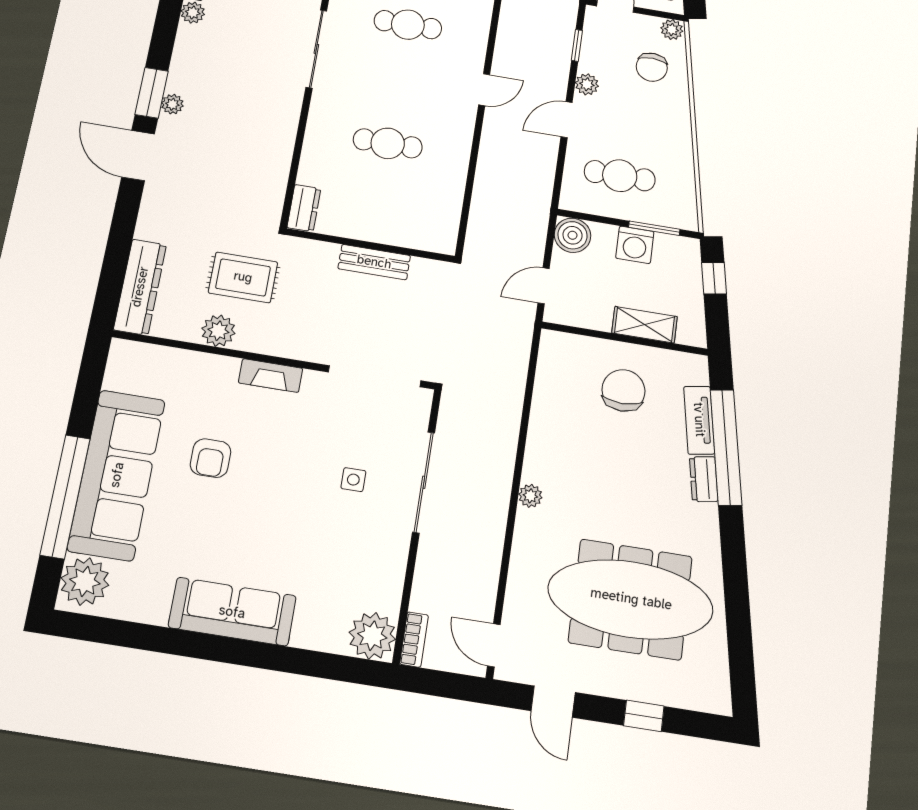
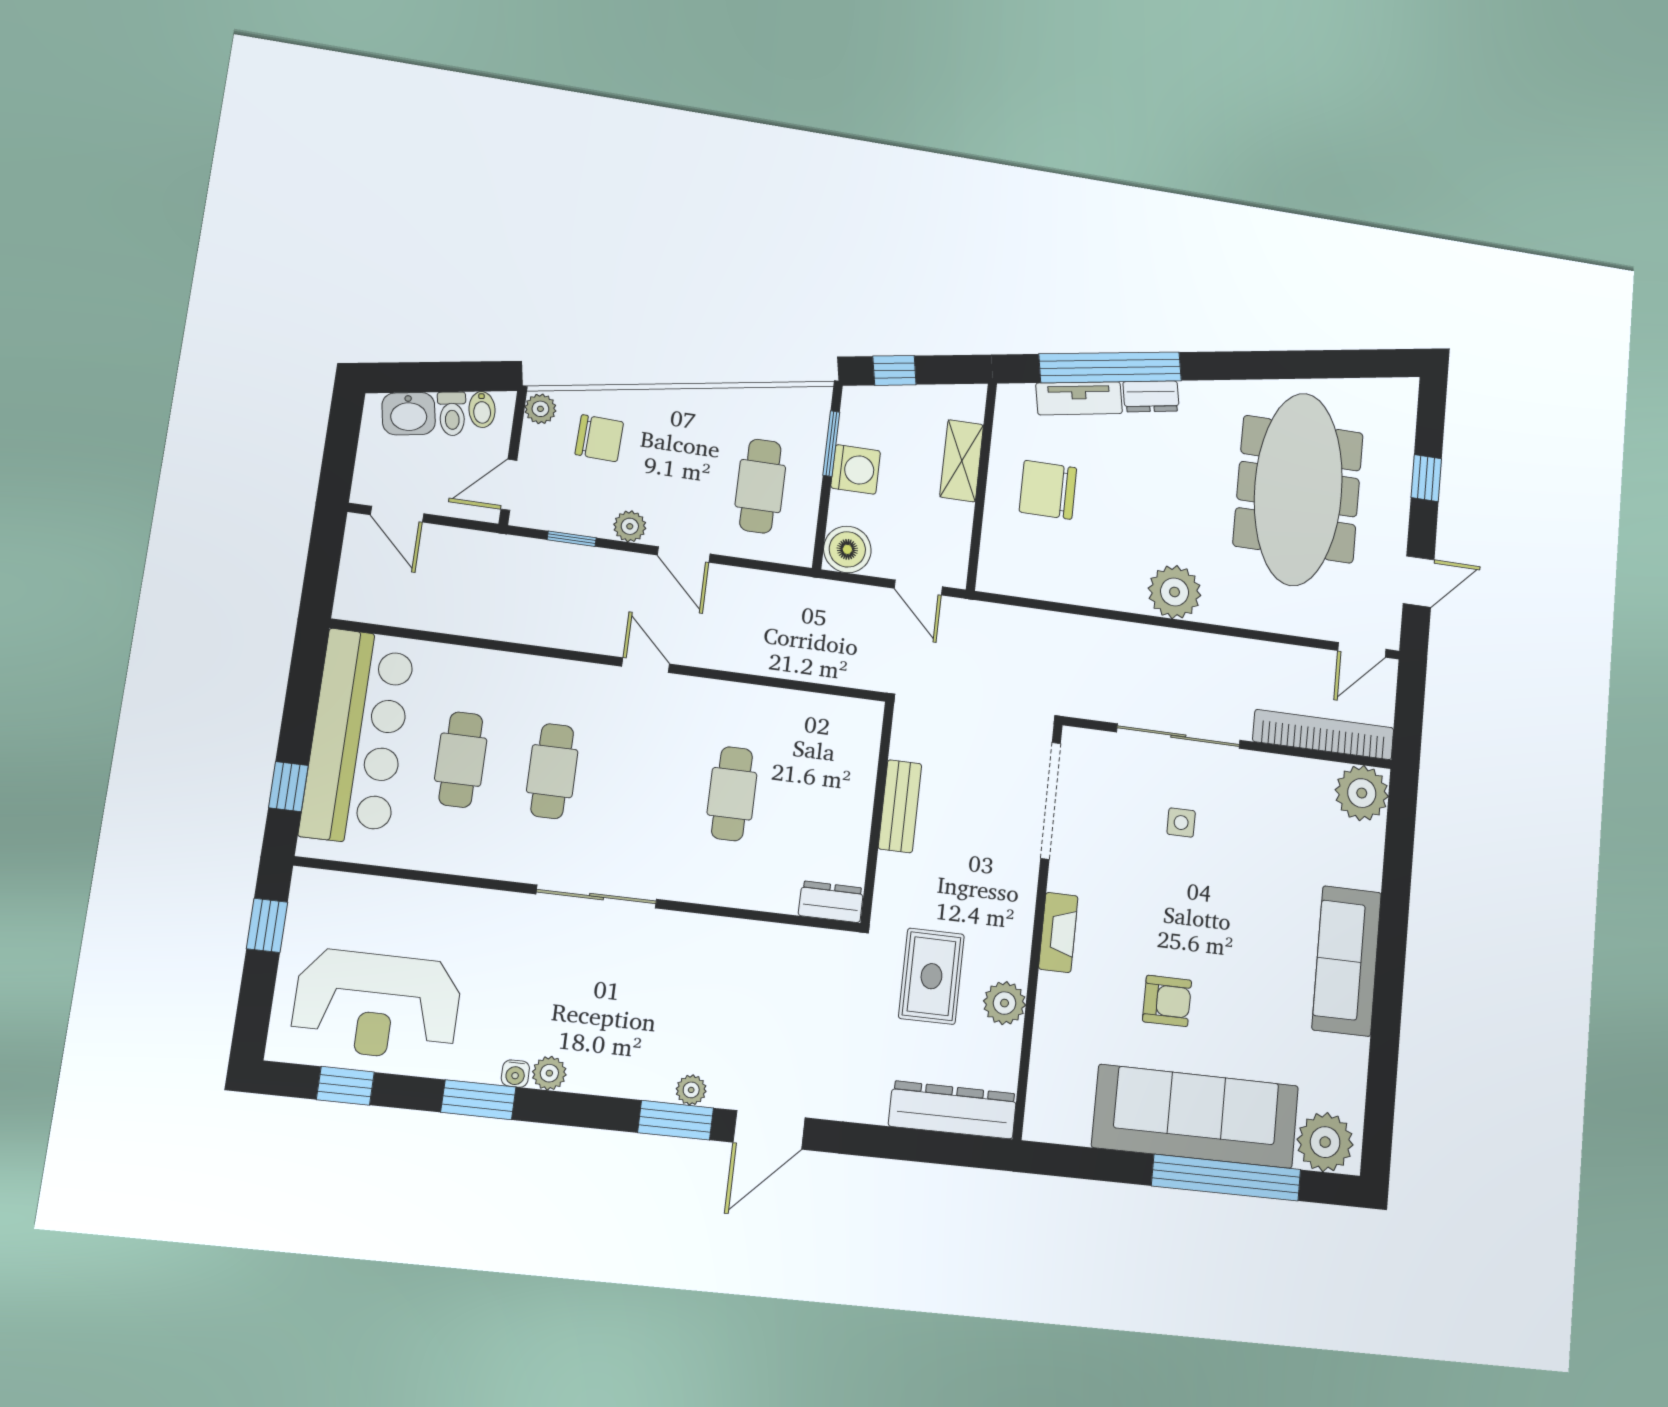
plant: (530, 496) -> (1175, 592), width x1.88, depth x1.88
bookcase: (414, 640) -> (1323, 735), width x2.31, depth x1.31

